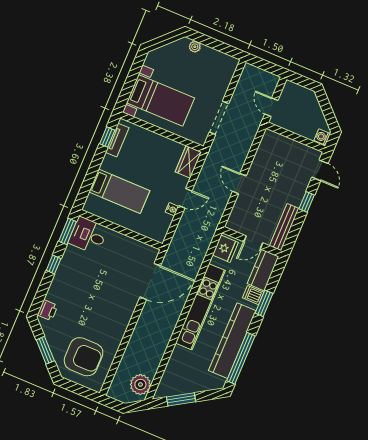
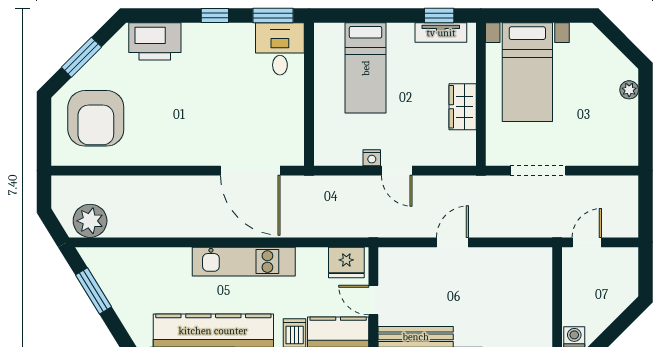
wardrobe: (188, 162) -> (463, 107), moved, turned -90
kitchen unit: (200, 307) -> (244, 262), width x0.73
printer: (48, 310) -> (155, 41), width x1.87, depth x1.48

